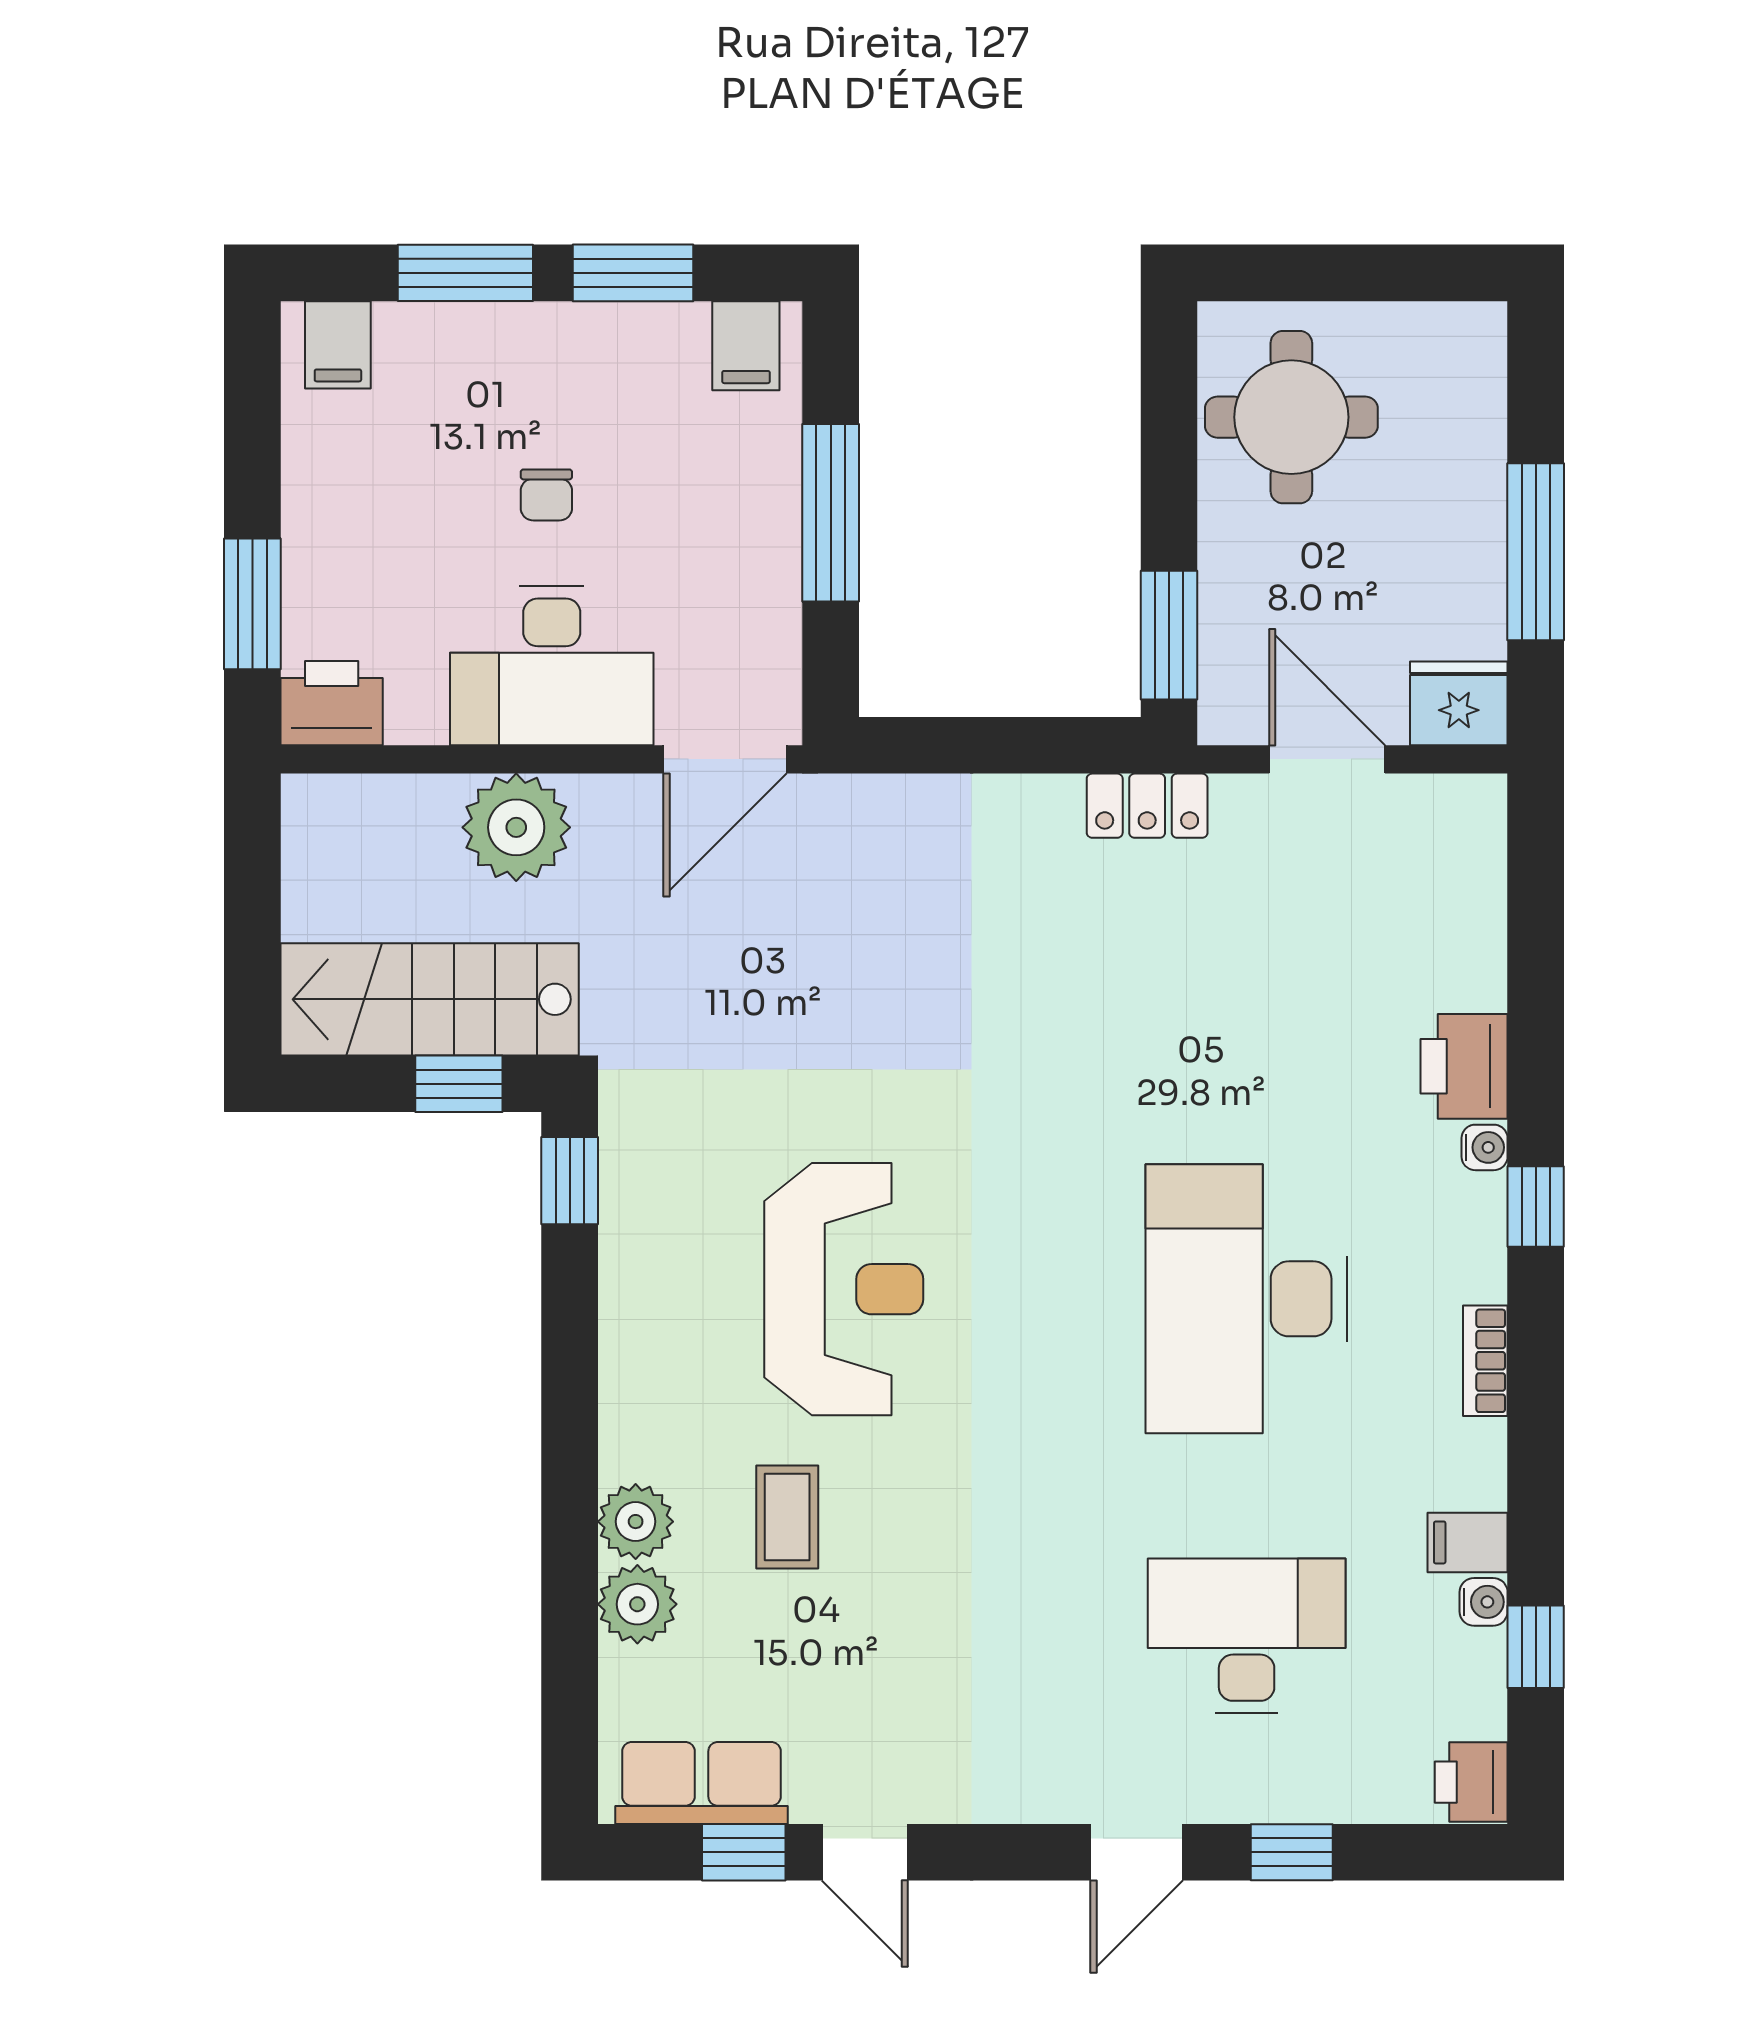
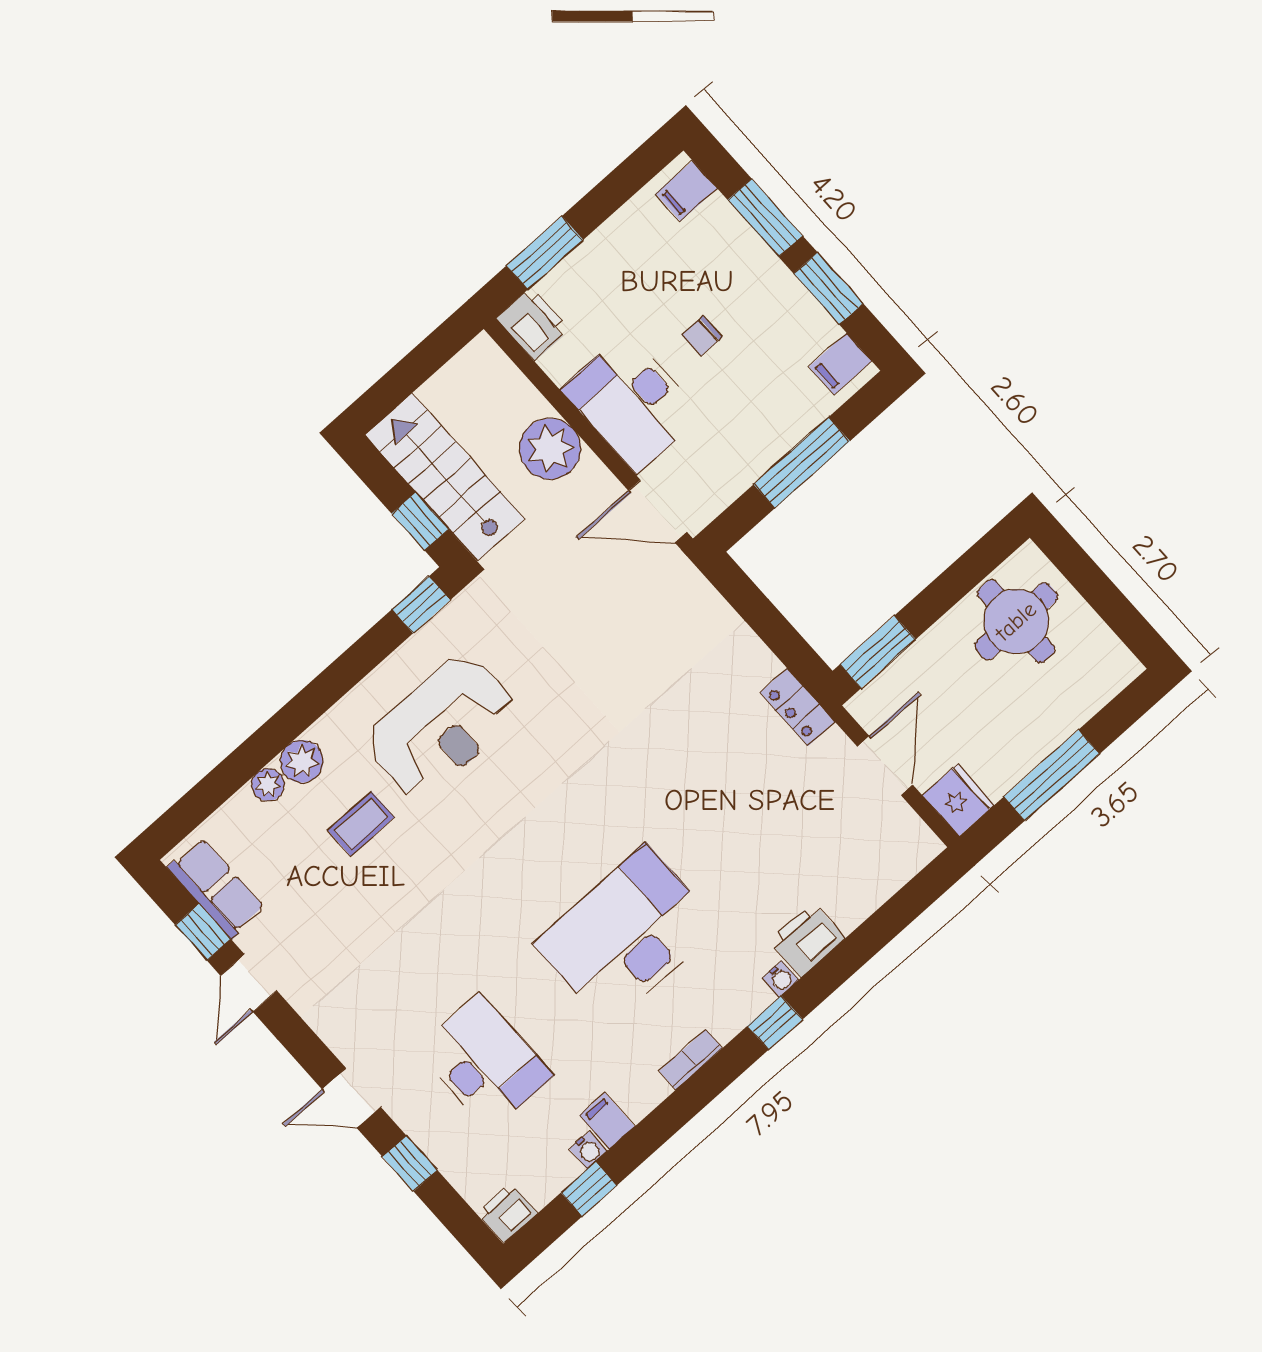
reception desk: (844, 1289) -> (441, 726), moved
plant: (637, 1604) -> (268, 785), width x0.73, depth x0.73

